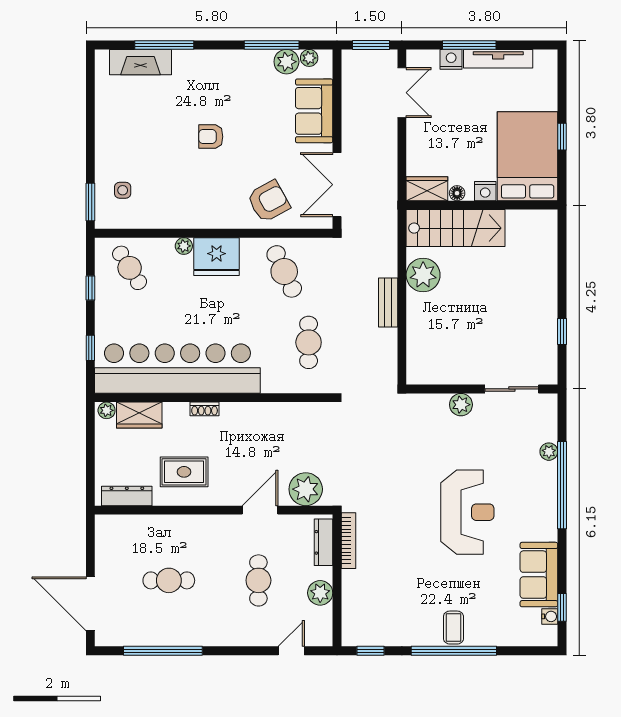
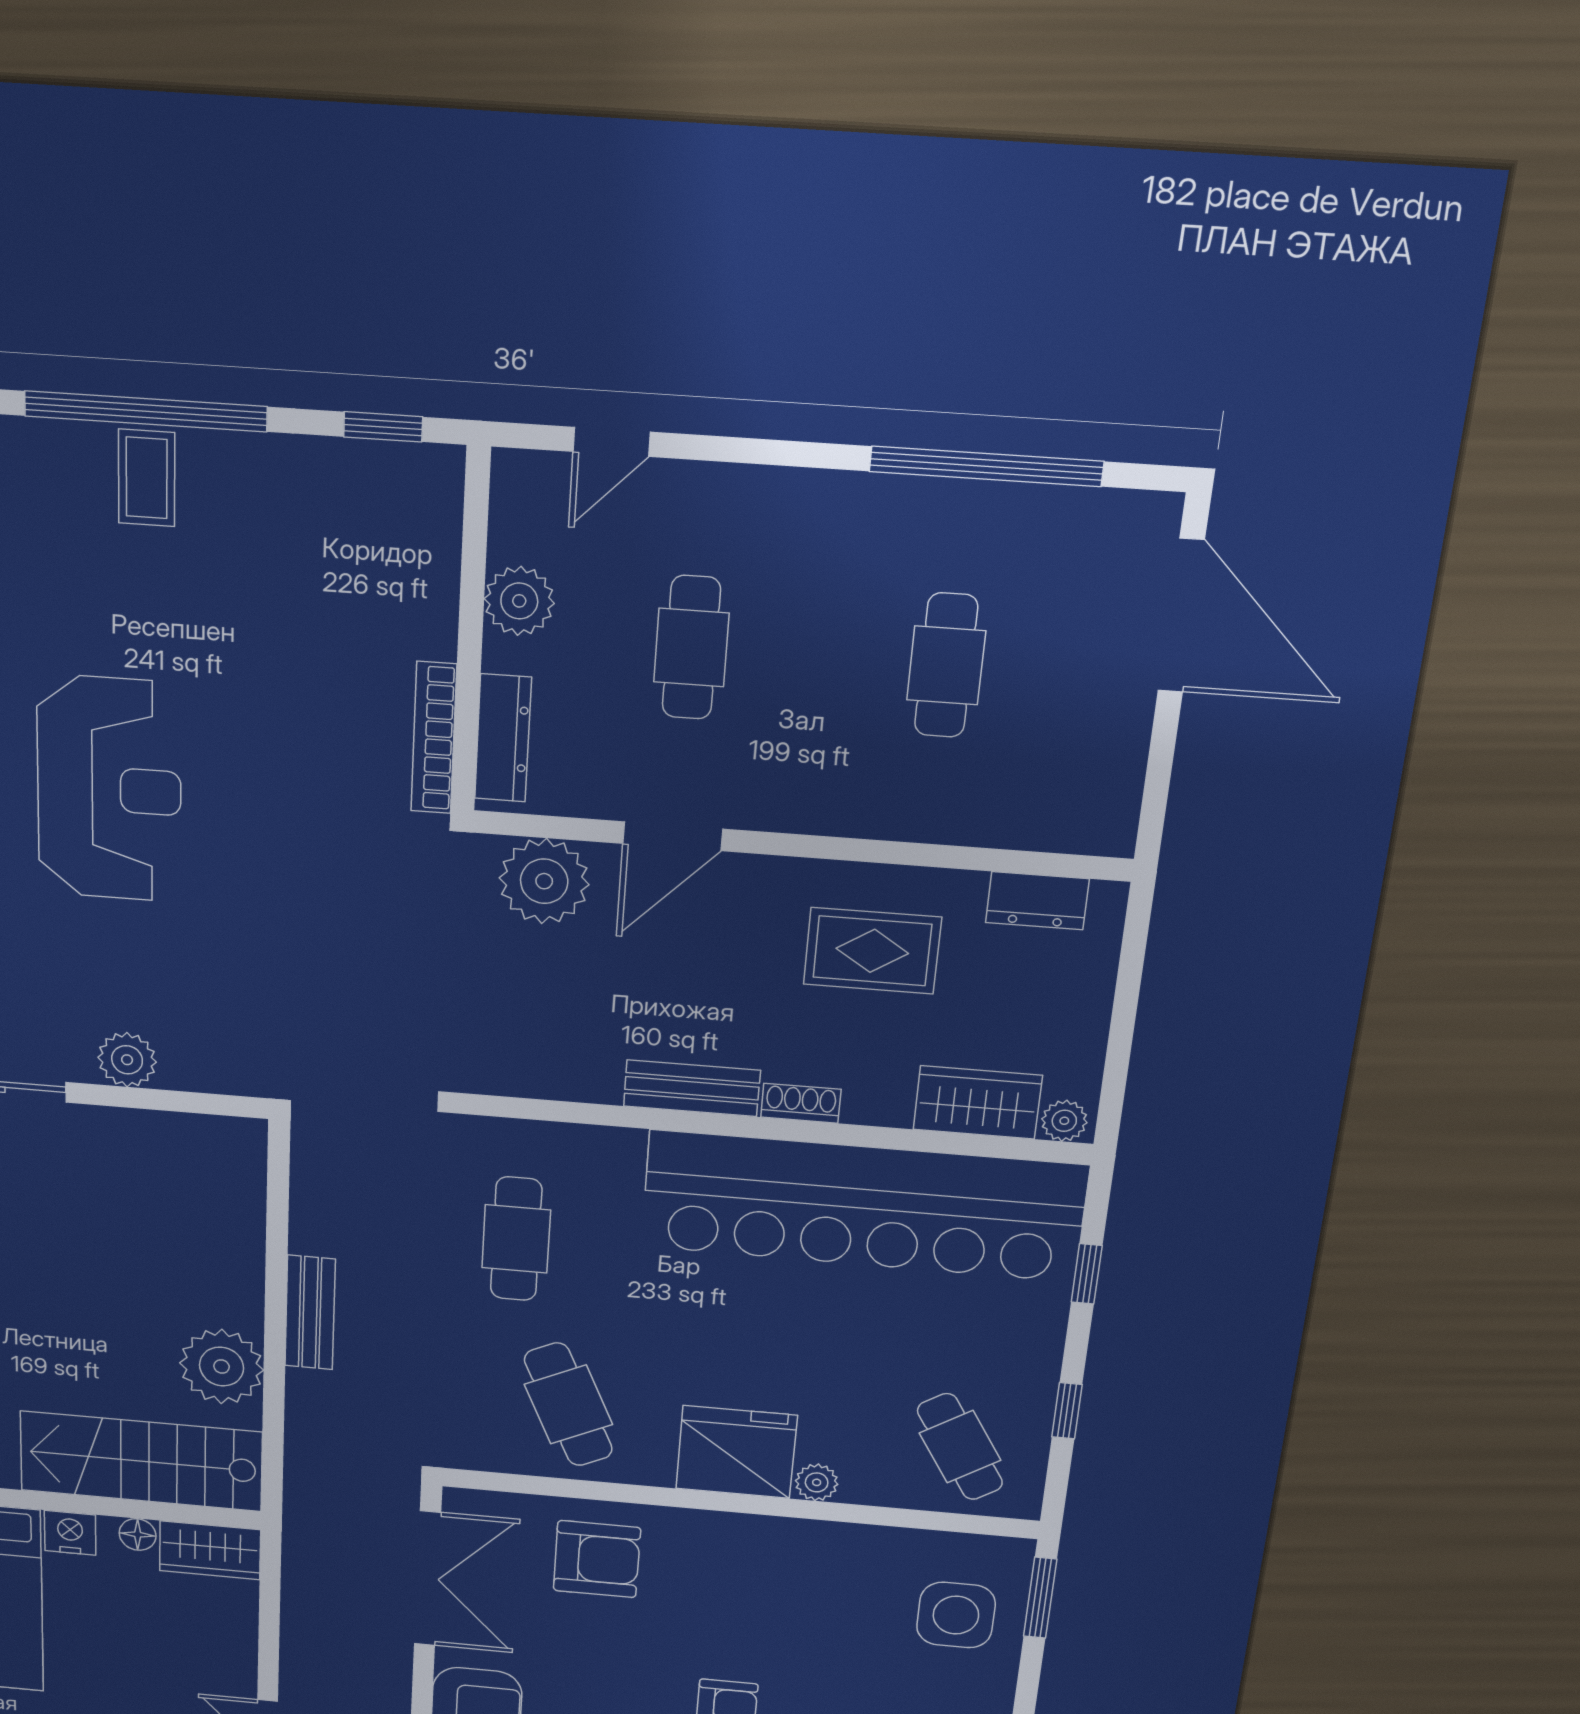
side table: (123, 190) -> (956, 1615), width x1.87, depth x1.87
armchair: (269, 201) -> (597, 1559), turned -151
bench: (246, 412) -> (692, 1088), added
dresser: (127, 496) -> (1037, 901), width x0.70
reception desk: (467, 512) -> (109, 789), turned 180
cafe table: (169, 580) -> (946, 665), turned 90

